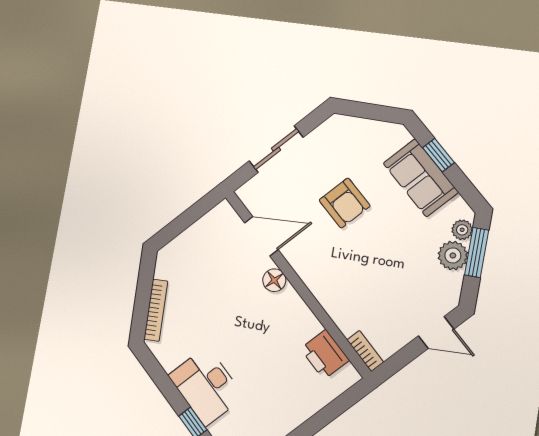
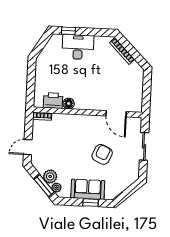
armchair: (345, 203) -> (102, 154), turned 115
door: (261, 236) -> (116, 114), hinge flipped
floor lamp: (274, 280) -> (69, 104), moved

